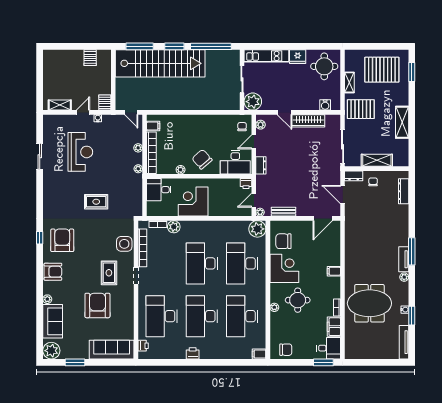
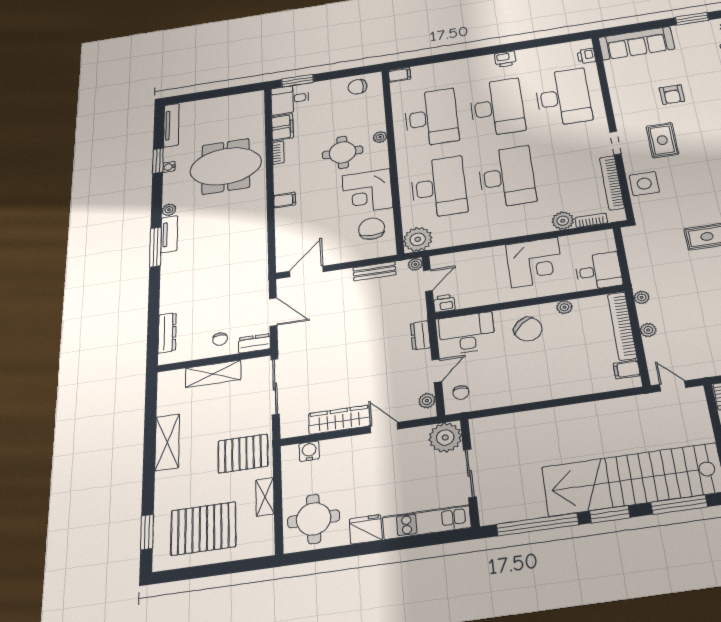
chair: (283, 241) -> (372, 229), turned -90
armchair: (97, 305) -> (672, 95), width x0.53, depth x0.53

